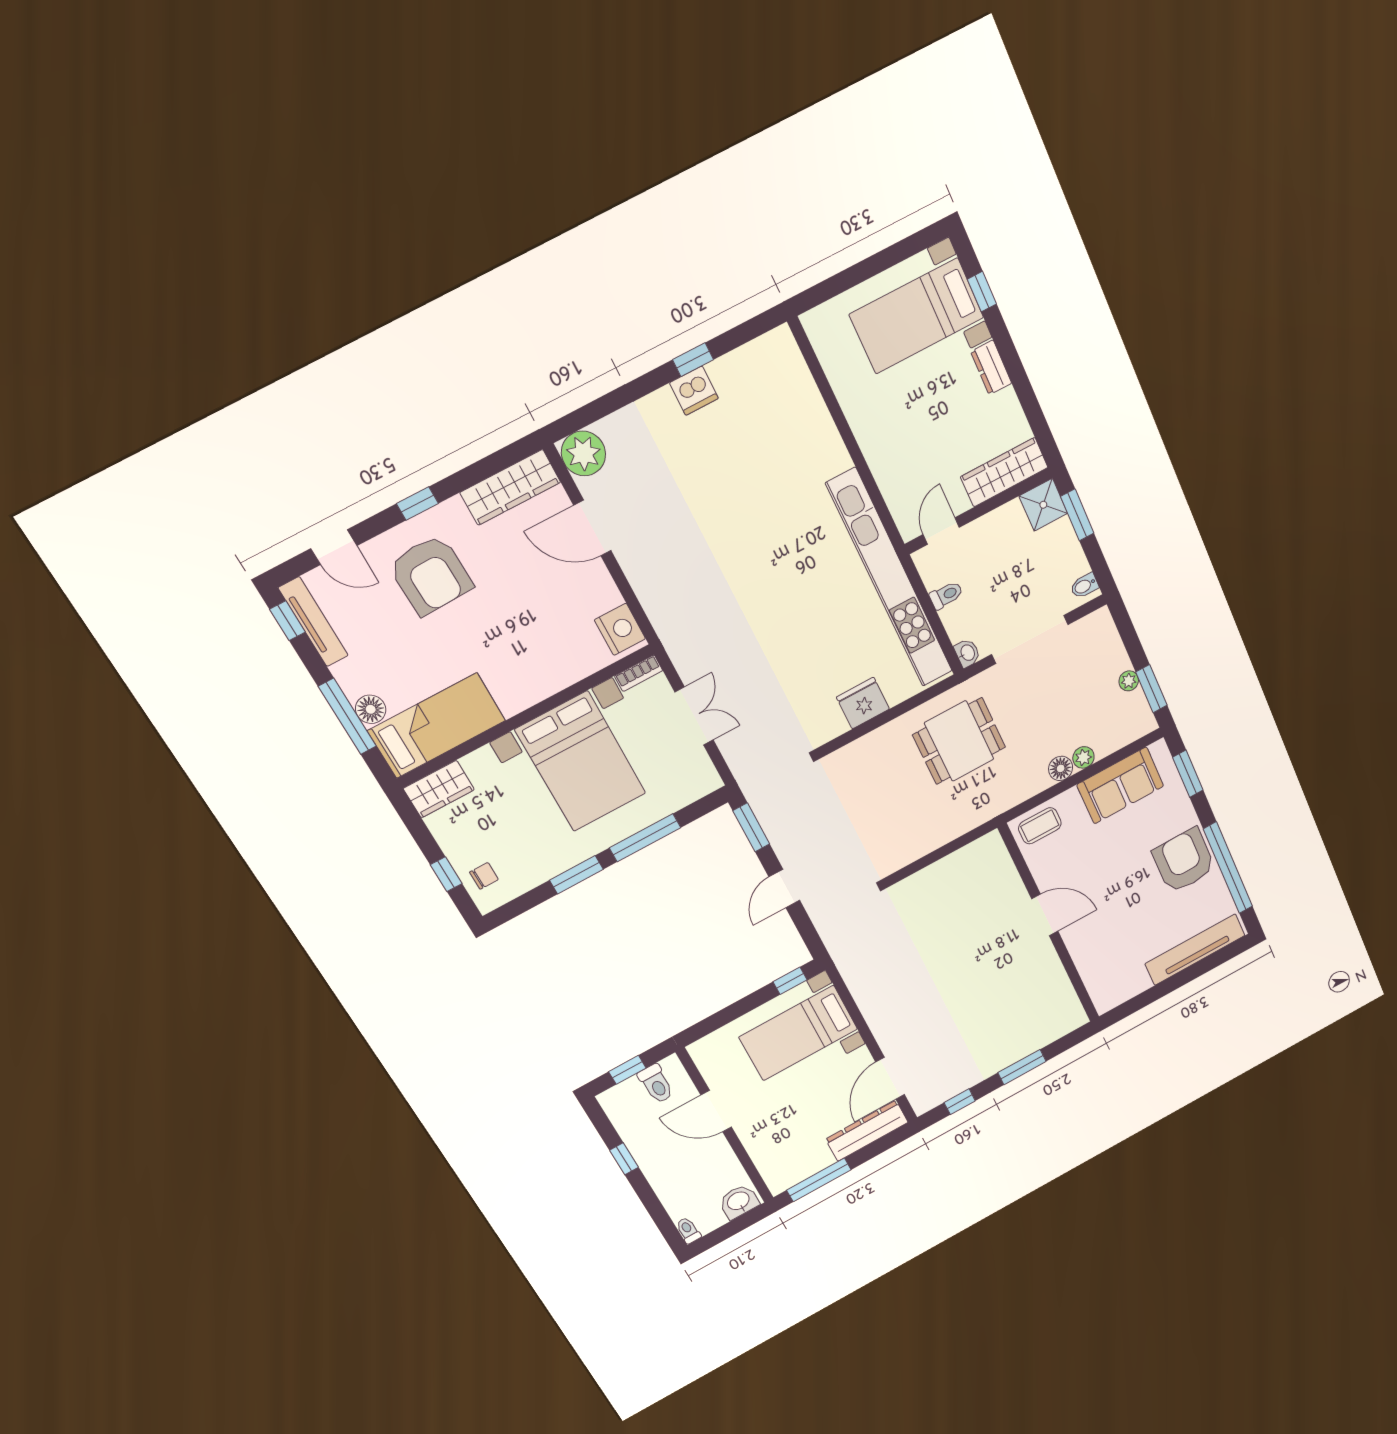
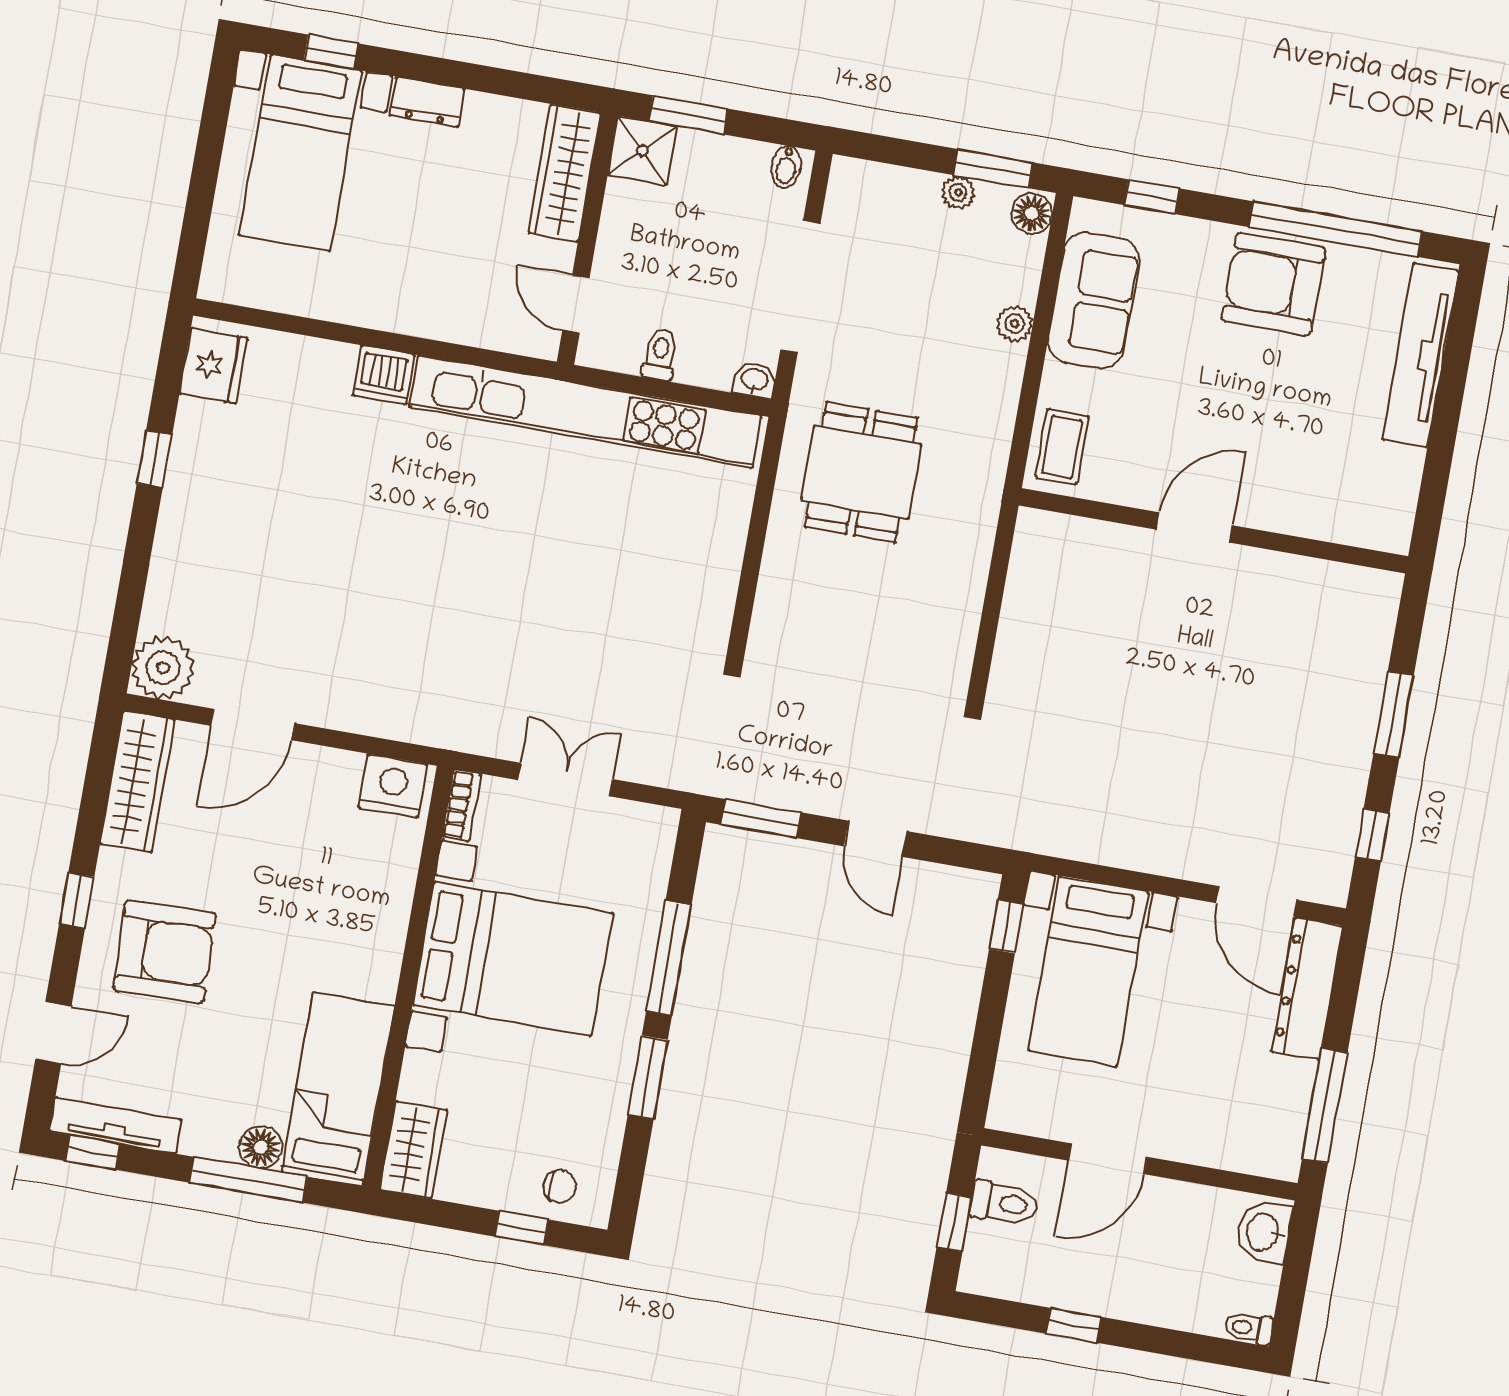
dishwasher: (694, 391) -> (384, 375), moved, turned 90
fridge: (863, 703) -> (214, 366), moved, turned 180
floor lamp: (1061, 768) -> (1032, 213), moved
window: (1188, 774) -> (1152, 197), width x0.67
chair: (484, 876) -> (560, 1186), turned 90

